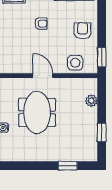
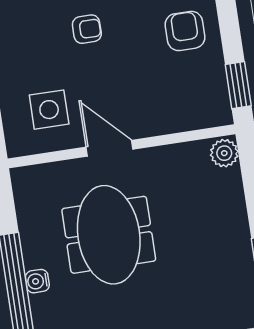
side table: (75, 63) -> (49, 110), moved
plant: (91, 101) -> (224, 153), moved

